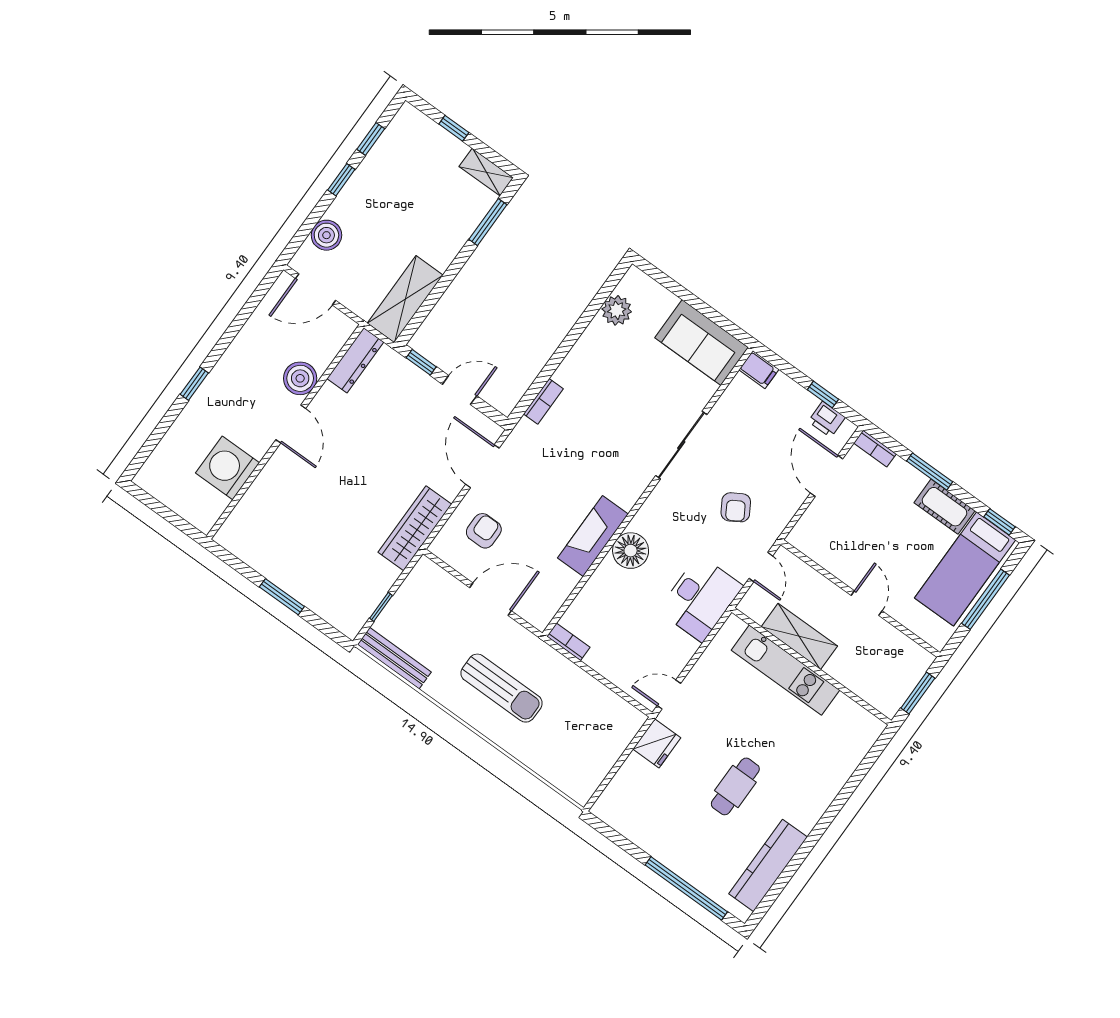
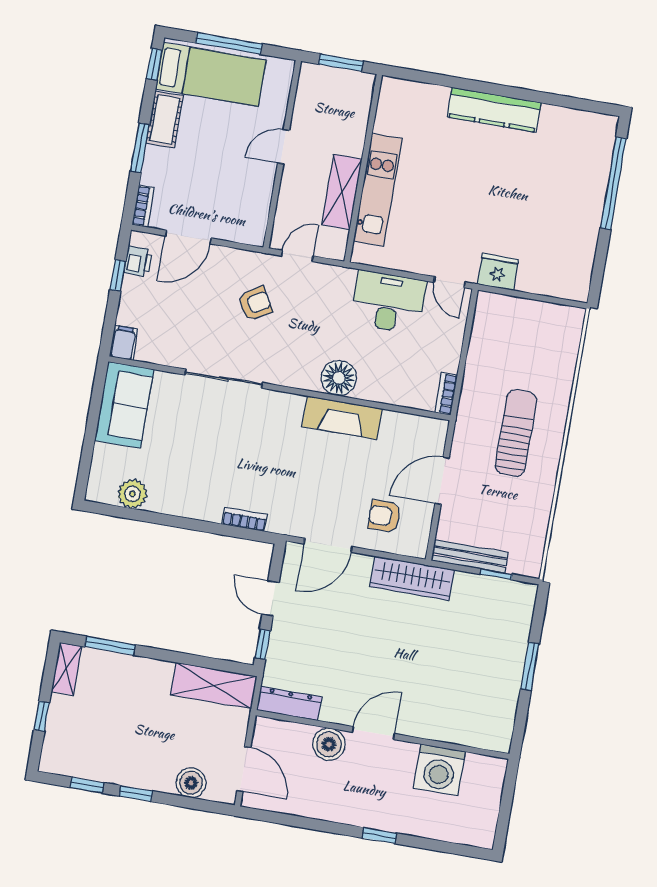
desk: (700, 598) -> (388, 302), moved
door: (491, 599) -> (442, 481), hinge flipped
bench: (394, 658) -> (470, 556), moved, turned 90
cafe table: (735, 786) -> (502, 184), removed
kitchen counter: (768, 865) -> (494, 110), moved

